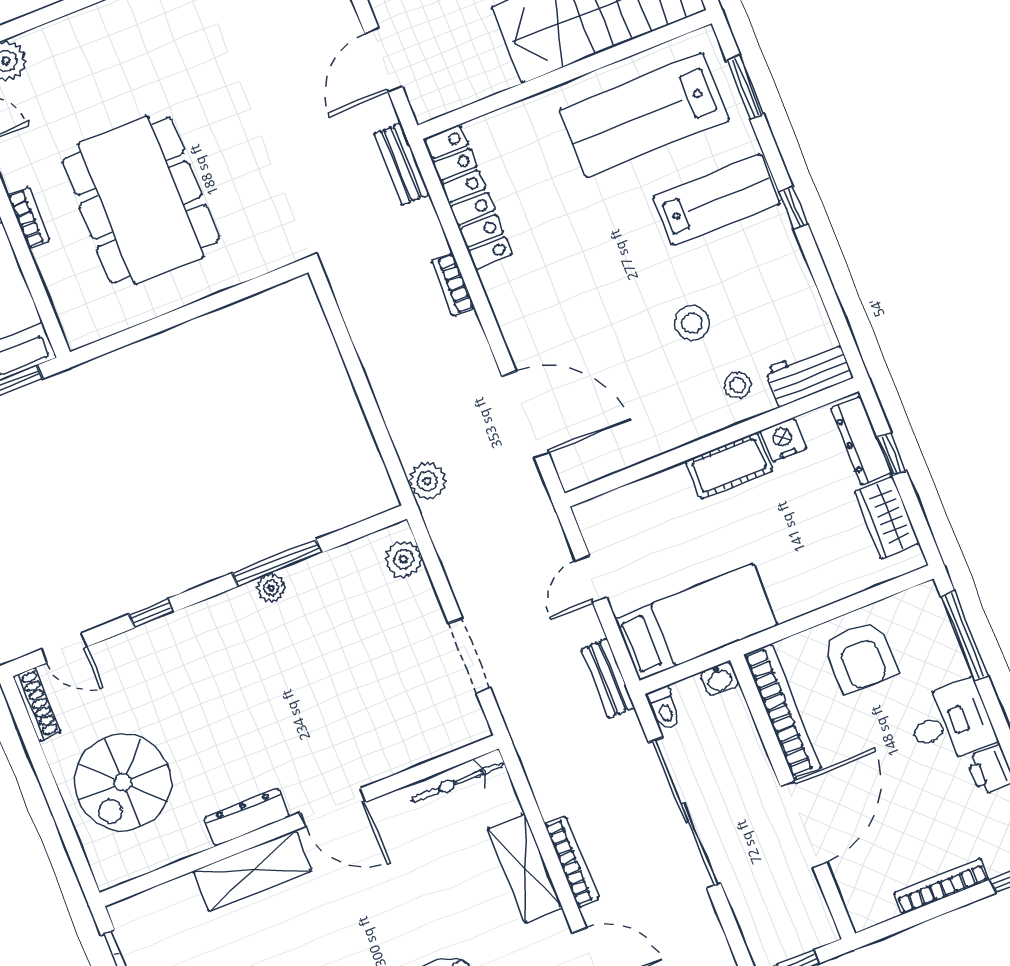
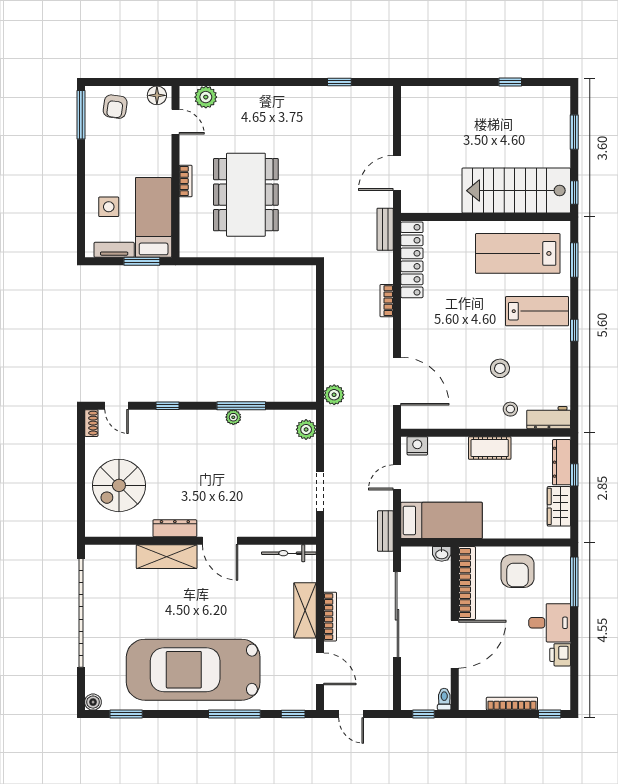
nightstand: (783, 440) -> (417, 446), moved
shoe rack: (37, 704) -> (91, 423), width x0.70
toilet: (664, 708) -> (444, 699), moved, turned 180

